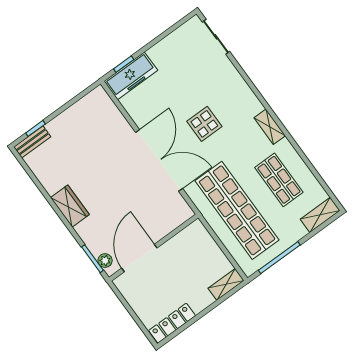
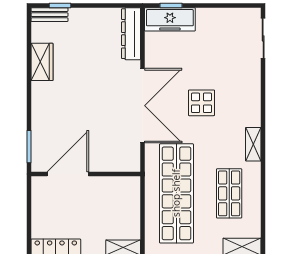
dresser: (108, 110) -> (131, 34), added
wardrobe: (70, 206) -> (42, 62), moved
plant: (105, 261) -> (38, 156), removed

